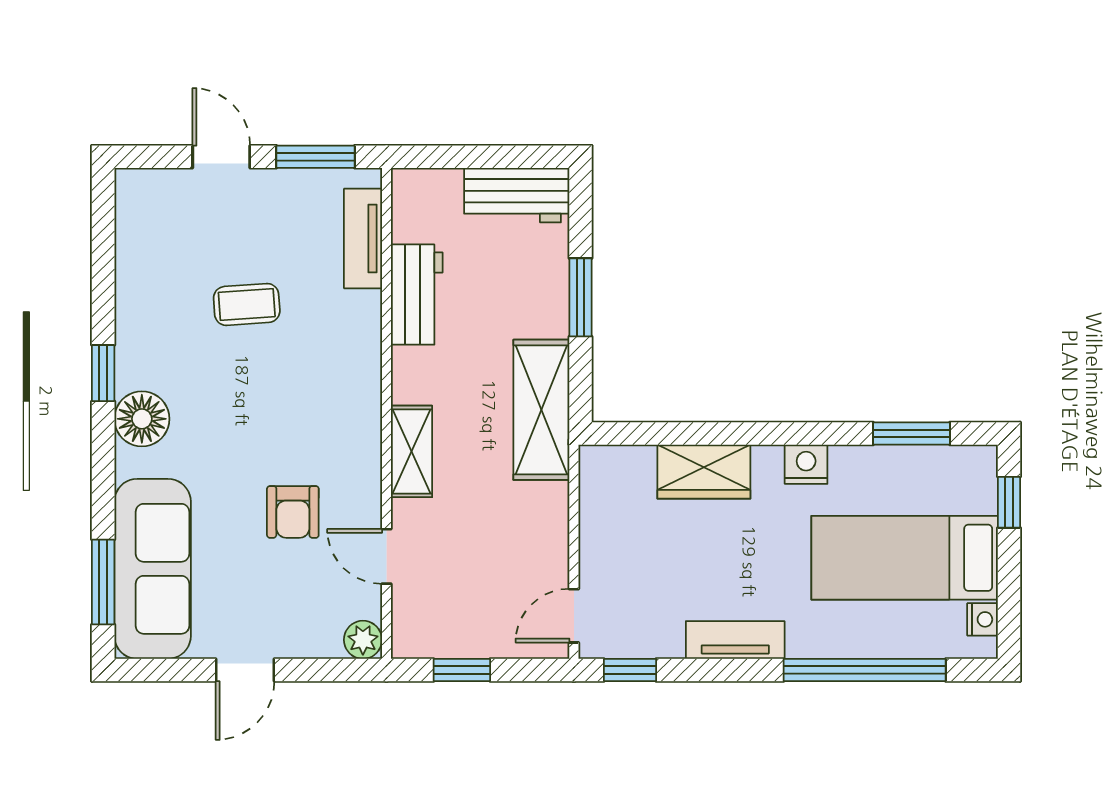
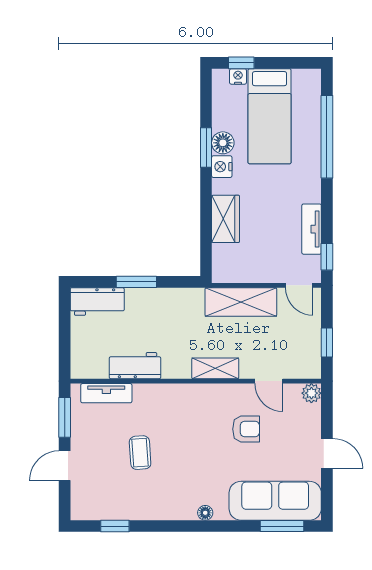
workbench: (517, 195) -> (97, 302), moved, turned 90
window: (103, 373) -> (115, 526), moved
shelving: (541, 410) -> (241, 302), moved
floor lamp: (142, 419) -> (205, 513), width x0.53, depth x0.53
window: (911, 433) -> (206, 147), moved
floor lamp: (853, 466) -> (223, 143), added
door: (386, 556) -> (269, 381), hinge flipped
nightstand: (982, 619) -> (238, 76), moved
tv unit: (735, 640) -> (312, 229), moved

